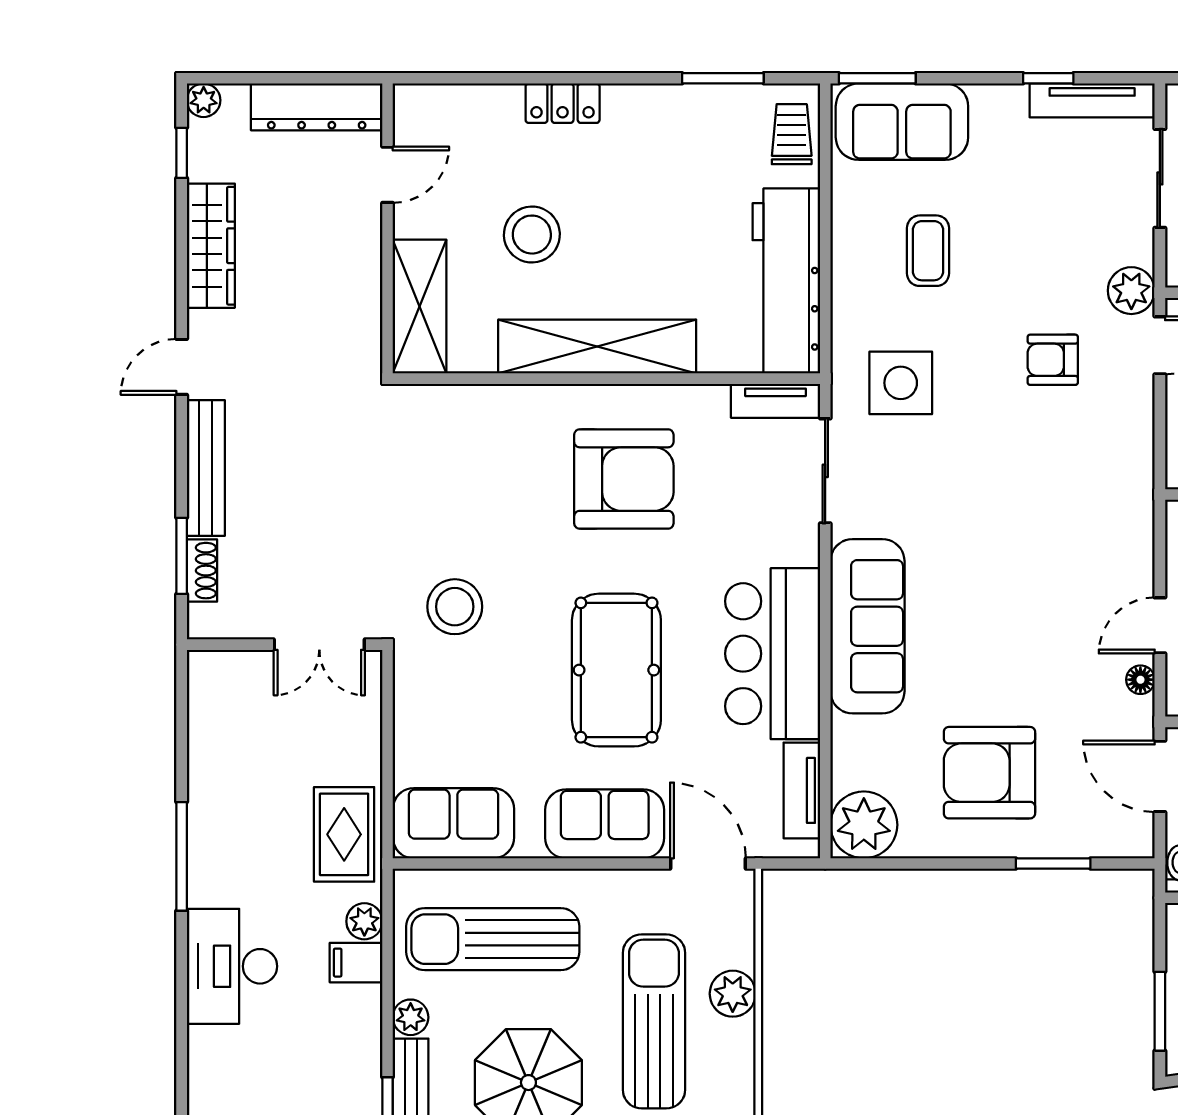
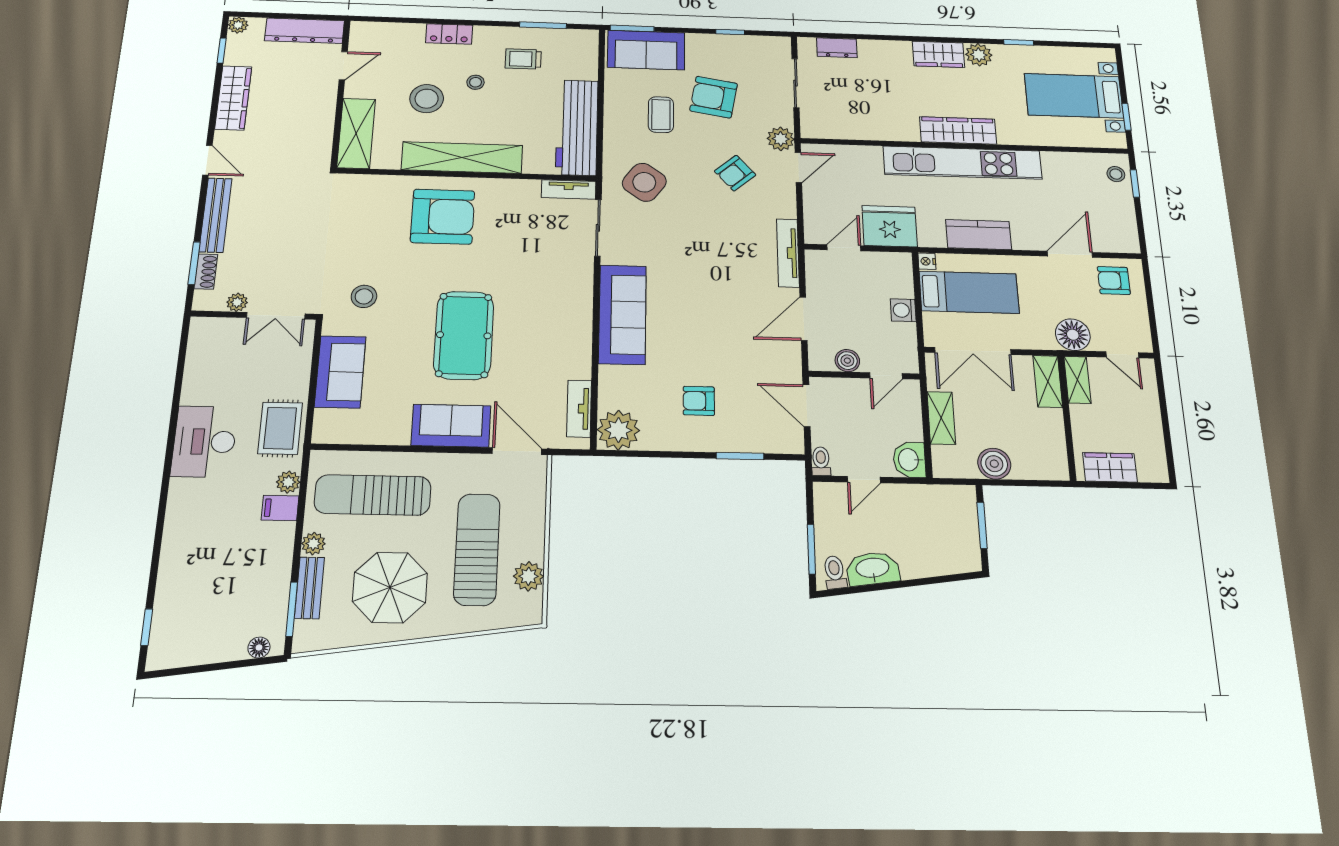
tv unit: (1092, 100) -> (788, 253), moved, turned 90
trolley: (792, 134) -> (523, 59), moved, turned -90
stool: (612, 199) -> (476, 82), added
armchair: (1018, 212) -> (714, 97), added
armchair: (1053, 360) -> (735, 173), turned -41
door: (182, 367) -> (207, 160), swing flipped
side table: (901, 383) -> (644, 182), turned 36
armchair: (624, 479) -> (443, 217), moved
stool: (455, 607) -> (364, 296), width x0.73, depth x0.73
plant: (257, 623) -> (237, 302), added
door: (1160, 625) -> (804, 319), width x1.38
bar counter: (773, 654) -> (563, 328), removed
floor lamp: (1140, 680) -> (793, 349), removed
armchair: (989, 773) -> (699, 401), width x0.53, depth x0.53
sofa: (453, 823) -> (340, 372), moved, turned 90
window: (182, 856) -> (171, 439), removed
desk: (232, 966) -> (204, 442), moved
plant: (733, 994) -> (529, 576), moved

